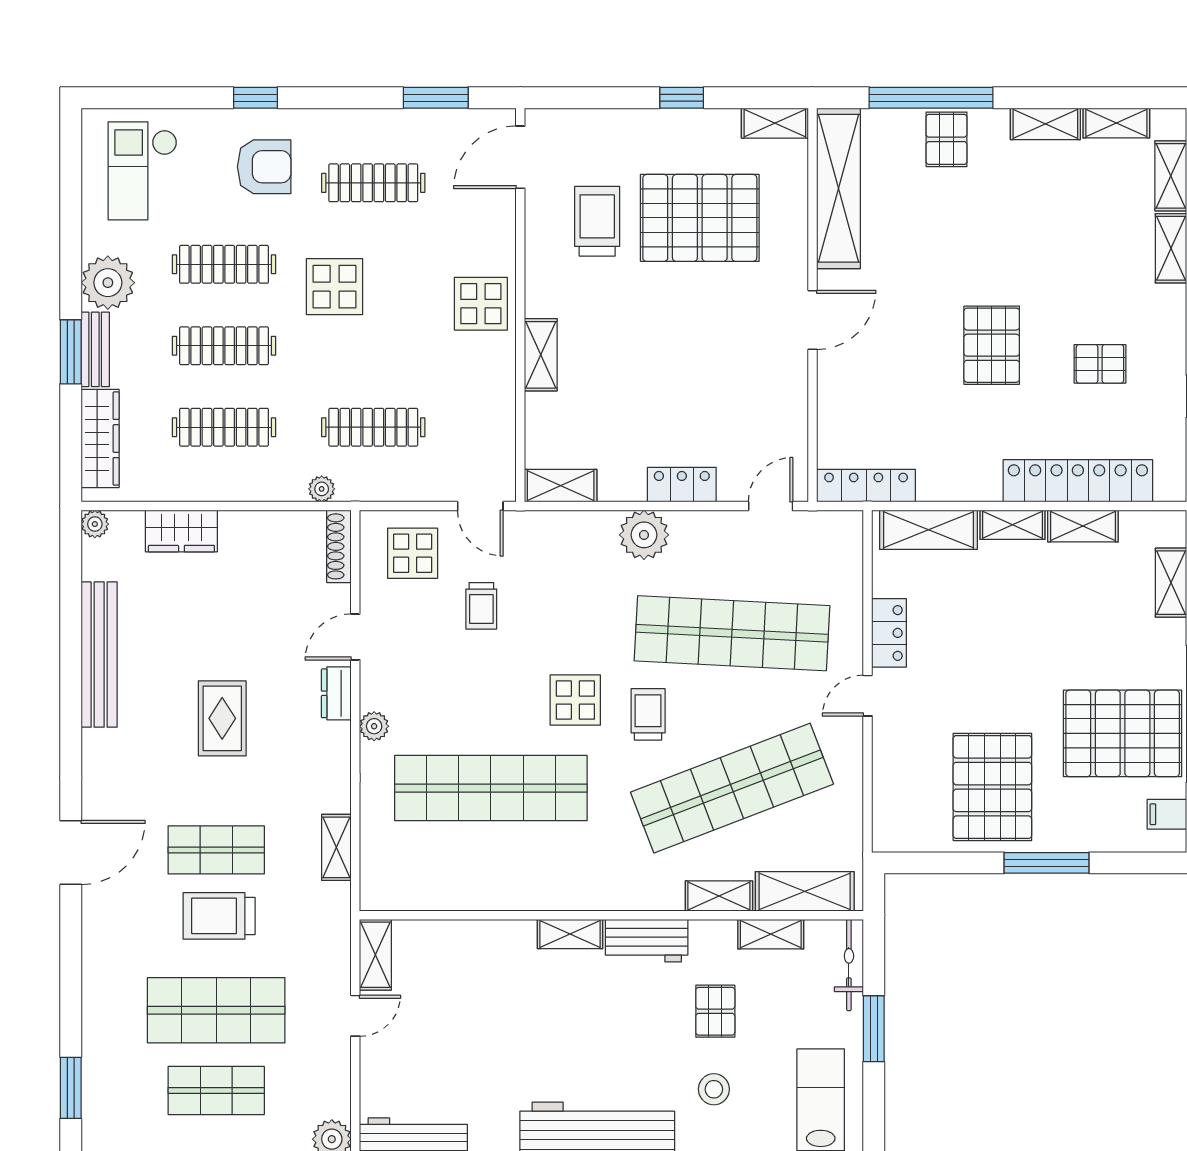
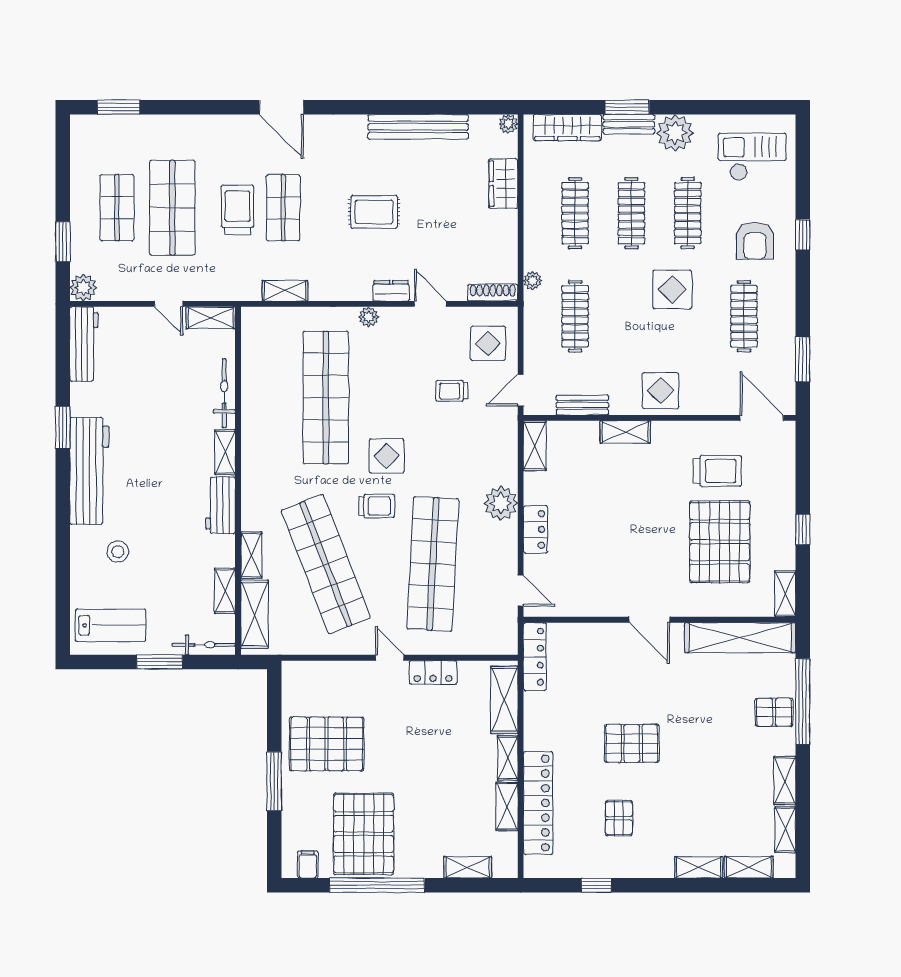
bench: (502, 417) -> (582, 405), added
bicycle: (485, 935) -> (224, 393), added
pallet: (715, 1011) -> (172, 553), removed

